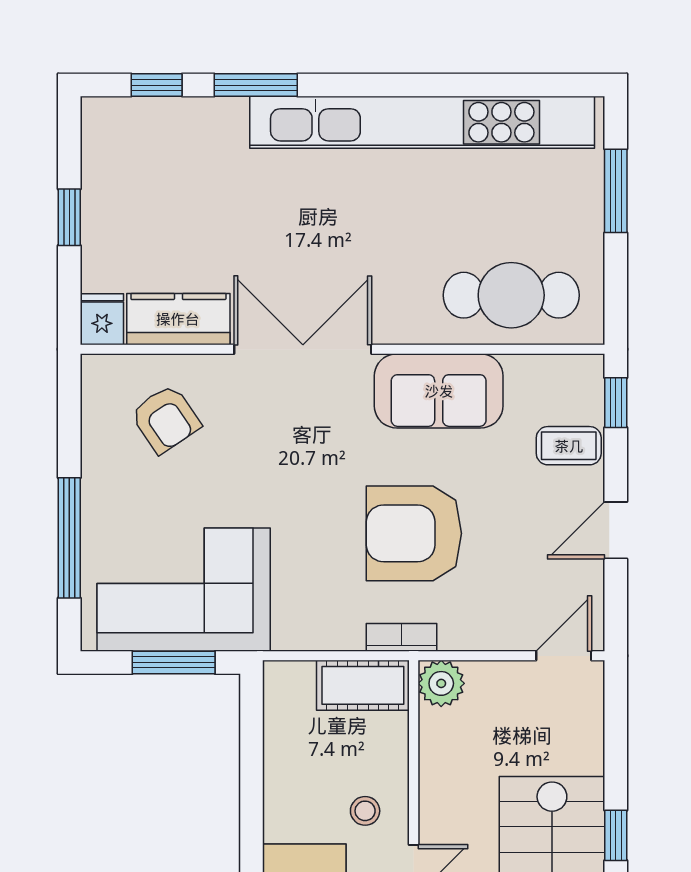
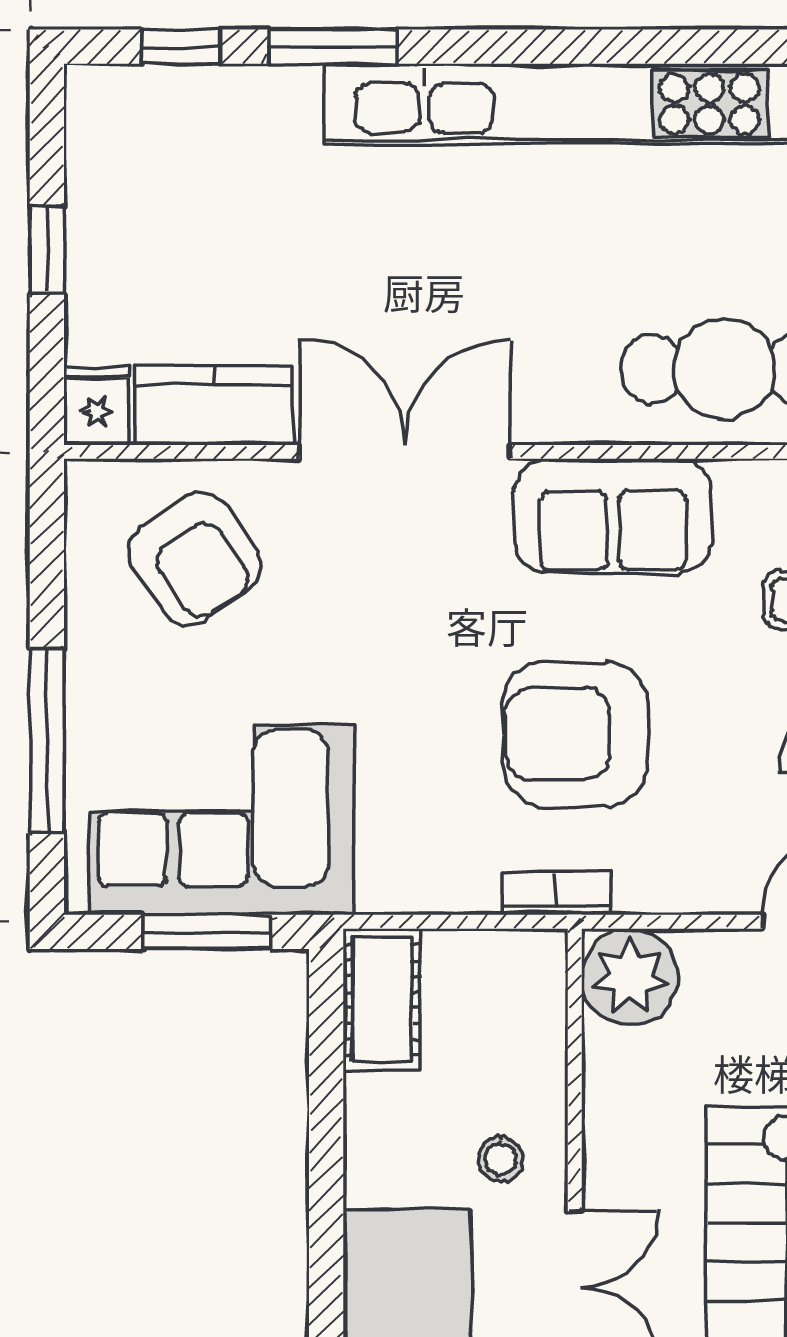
armchair: (166, 419) -> (195, 558), width x1.38, depth x1.38
plant: (441, 683) -> (630, 977), width x1.36, depth x1.36
cot: (363, 685) -> (382, 999), moved, turned 90

